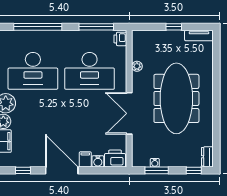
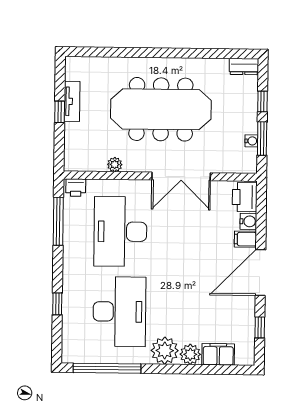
window: (38, 27) -> (57, 304), width x0.32
tv unit: (199, 35) -> (72, 101), moved
desk: (90, 71) -> (120, 232), turned 180
window: (194, 170) -> (263, 101), moved

